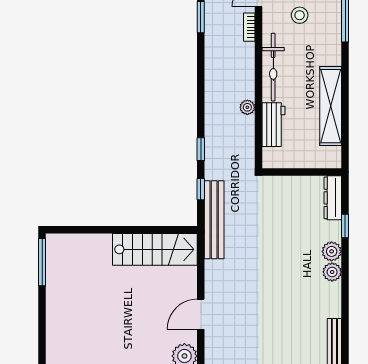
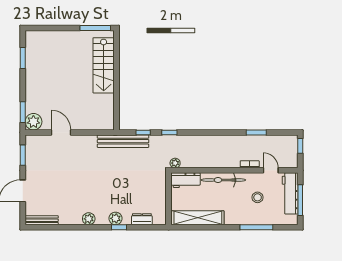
plant: (247, 107) -> (175, 163), moved
wall: (302, 172) -> (169, 199), moved
dresser: (333, 198) -> (142, 219), width x0.70
stairs: (155, 249) -> (104, 65), moved
plant: (332, 251) -> (115, 218), moved

